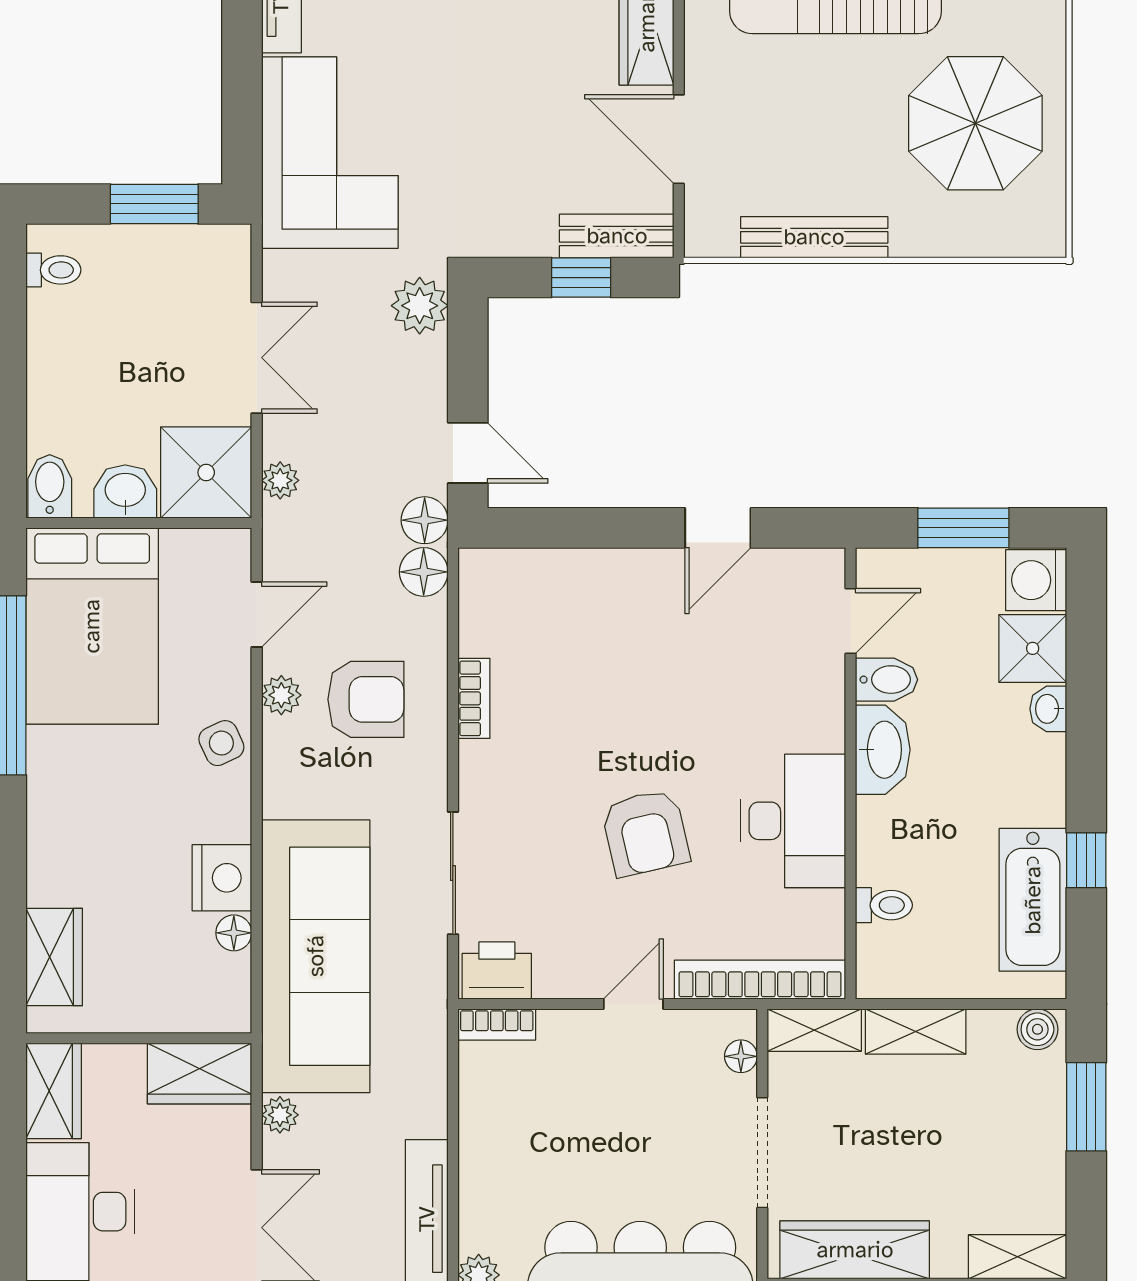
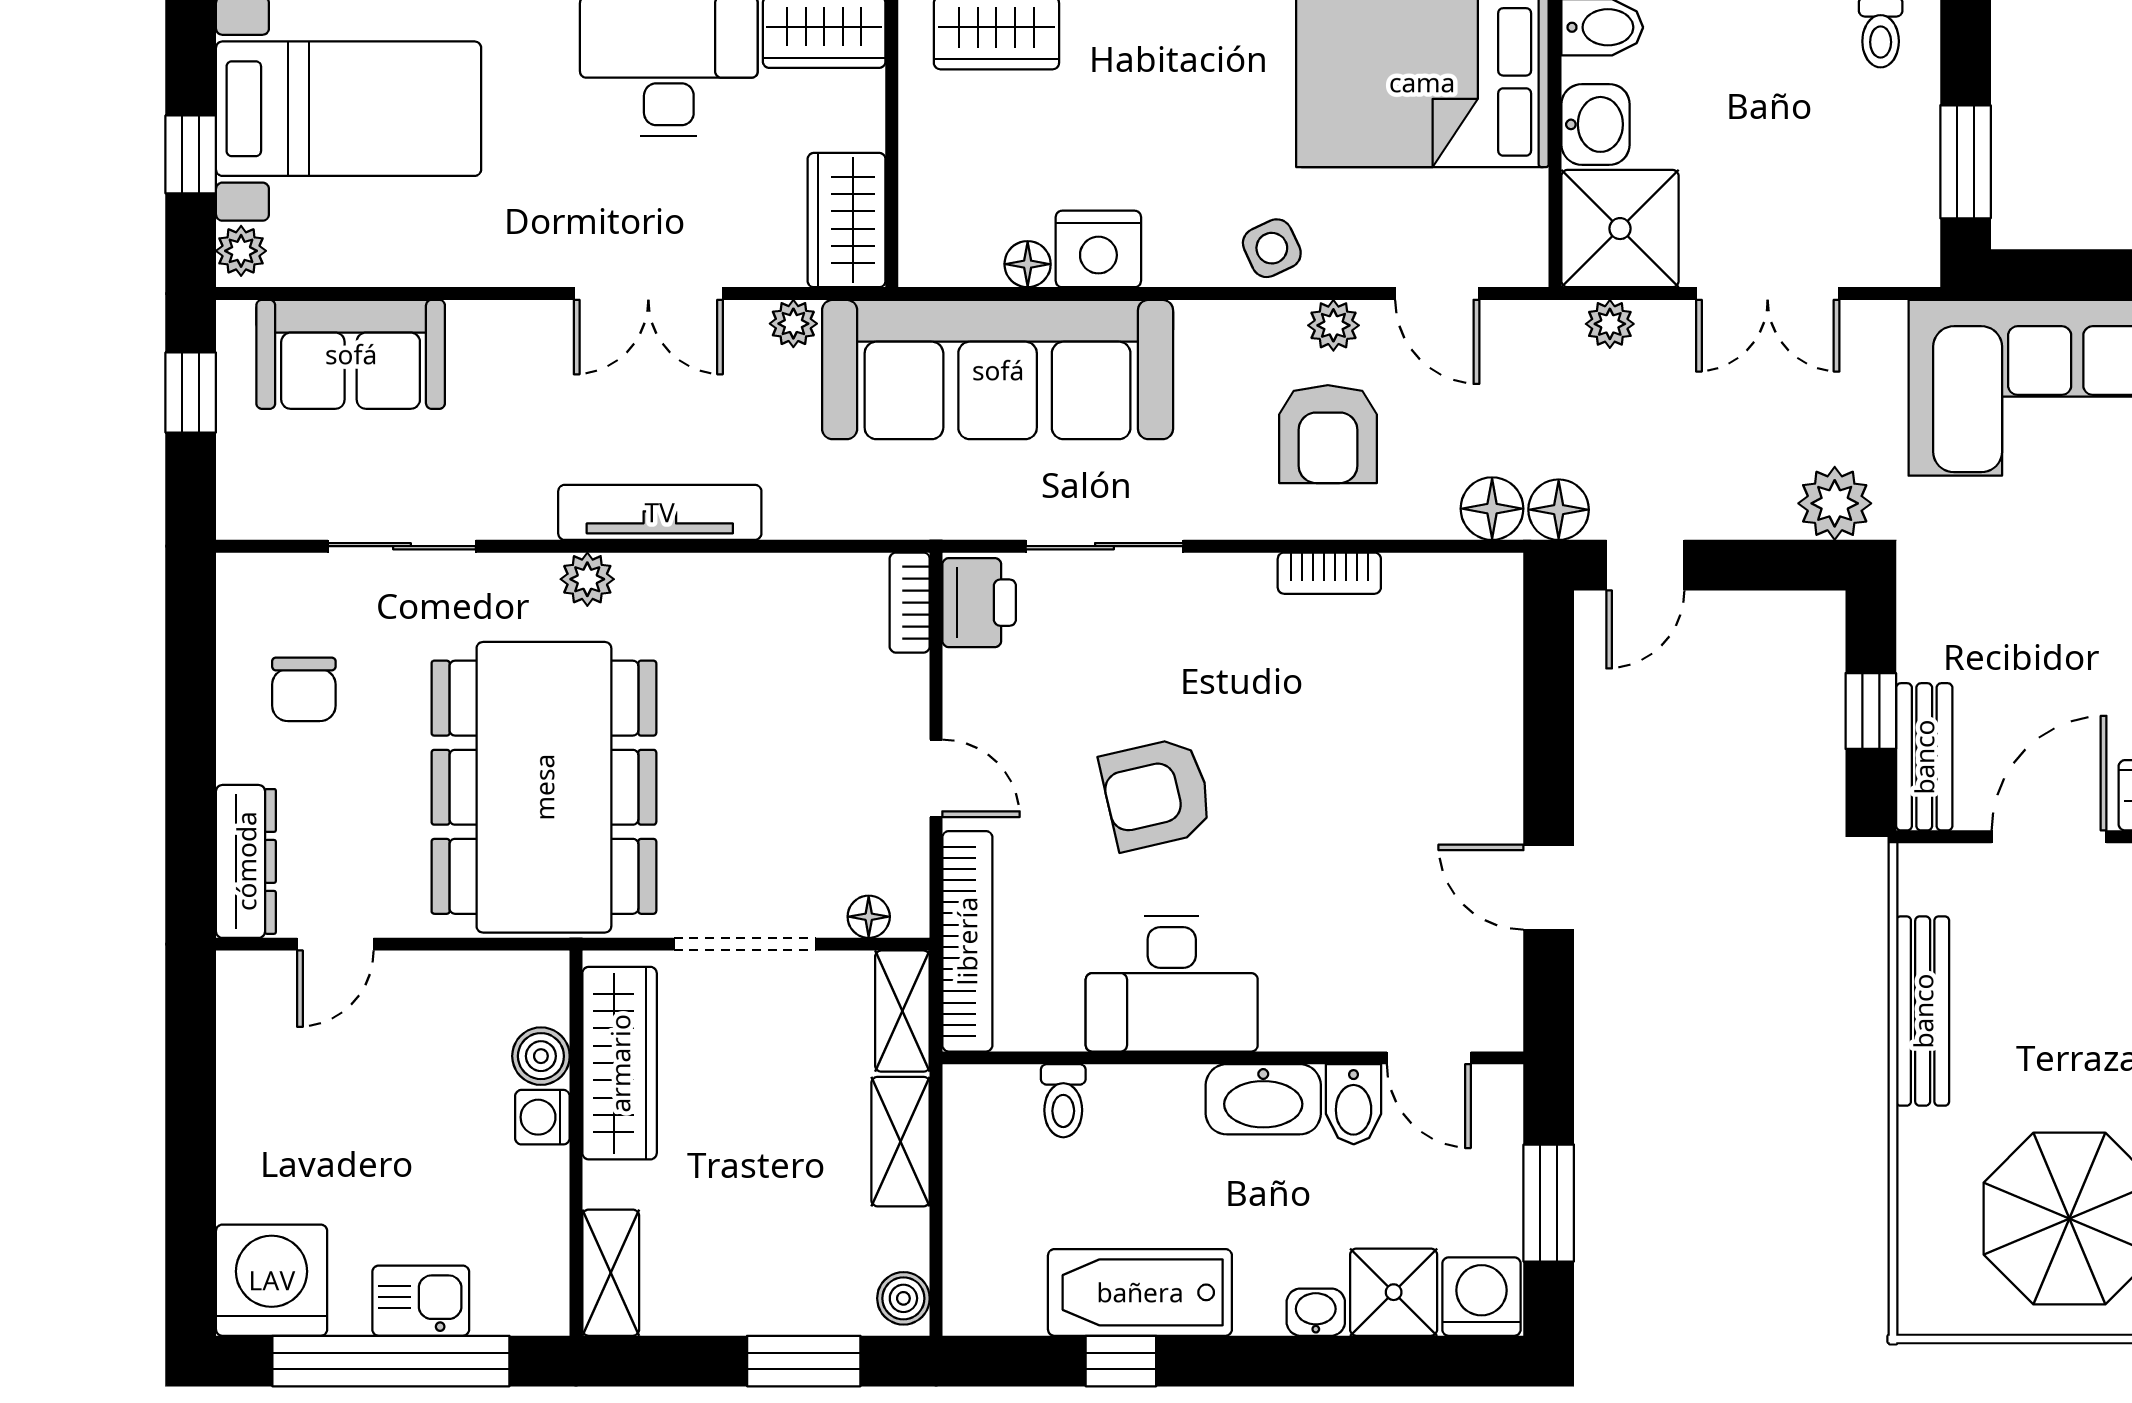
bathtub: (1033, 900) -> (1140, 1292), moved

